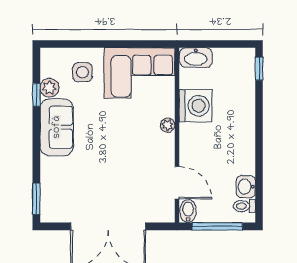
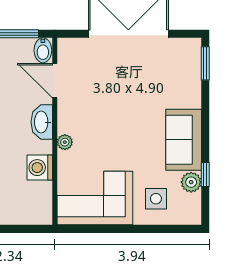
washbasin: (196, 58) -> (42, 122), moved, turned -90
washing machine: (195, 106) -> (40, 168), width x0.73, depth x0.73

